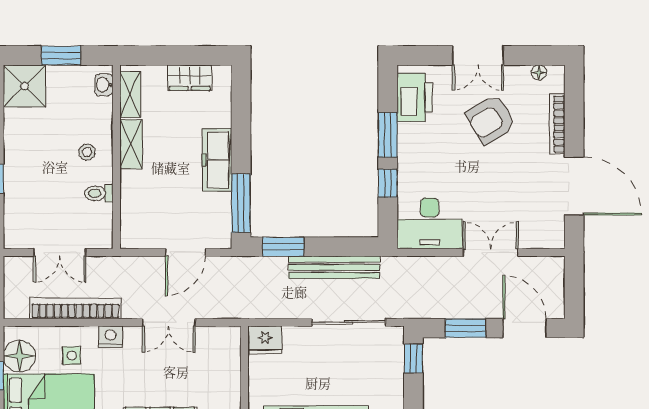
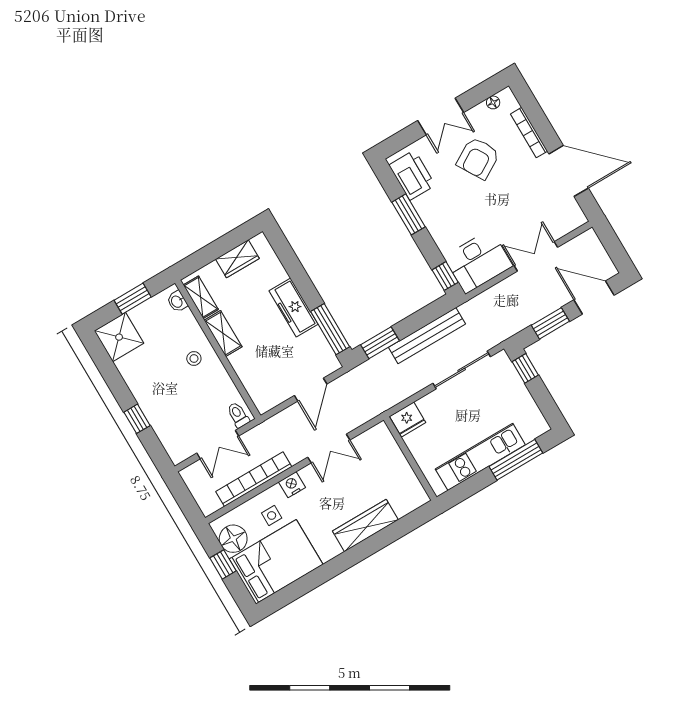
window: (388, 183) -> (445, 276), moved
toilet: (99, 193) -> (238, 415), moved, turned 90

